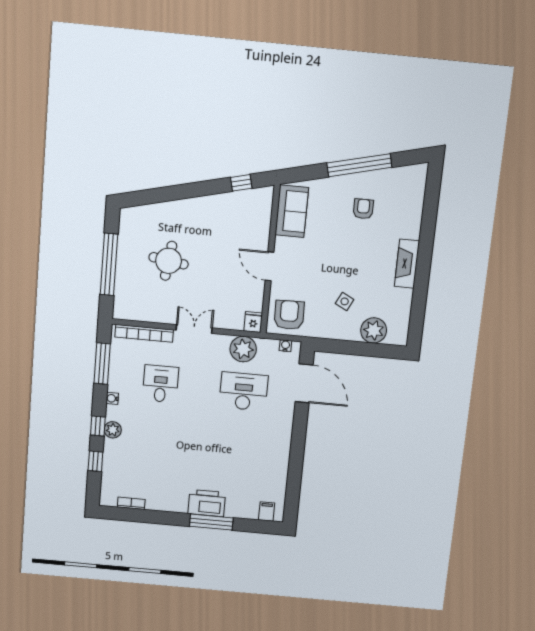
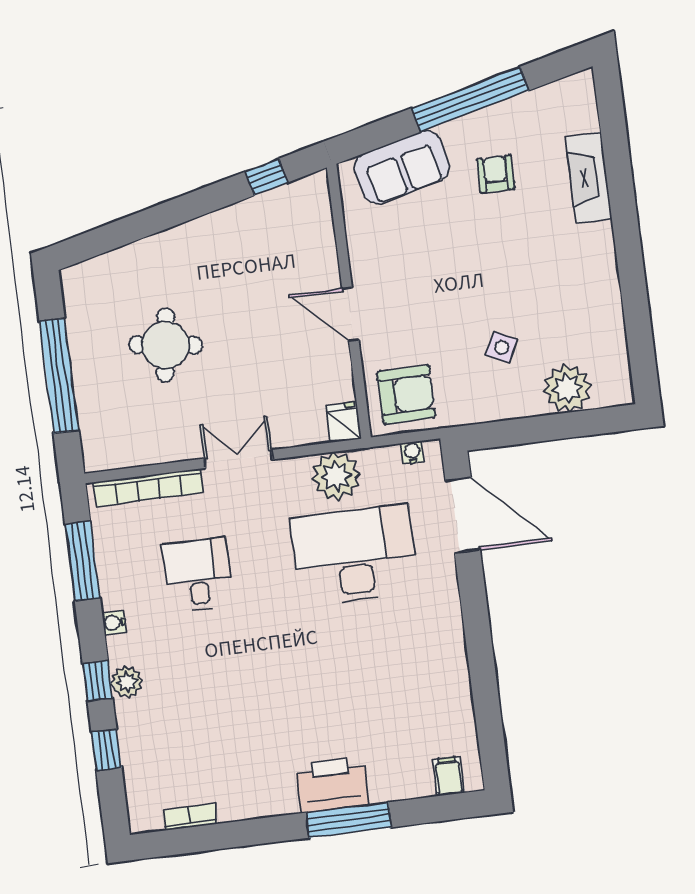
sofa: (292, 211) -> (402, 167), moved, turned 76
fireplace: (407, 264) -> (589, 178), moved
armchair: (289, 315) -> (406, 395), turned 91
desk: (244, 391) -> (354, 555), width x1.36, depth x1.30

